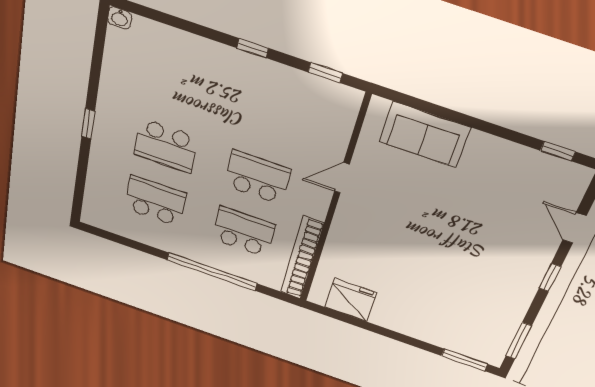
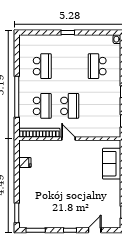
school desk: (166, 146) -> (97, 66), moved
door: (342, 178) -> (68, 139), moved
fridge: (351, 300) -> (25, 163), width x0.53, depth x0.75

